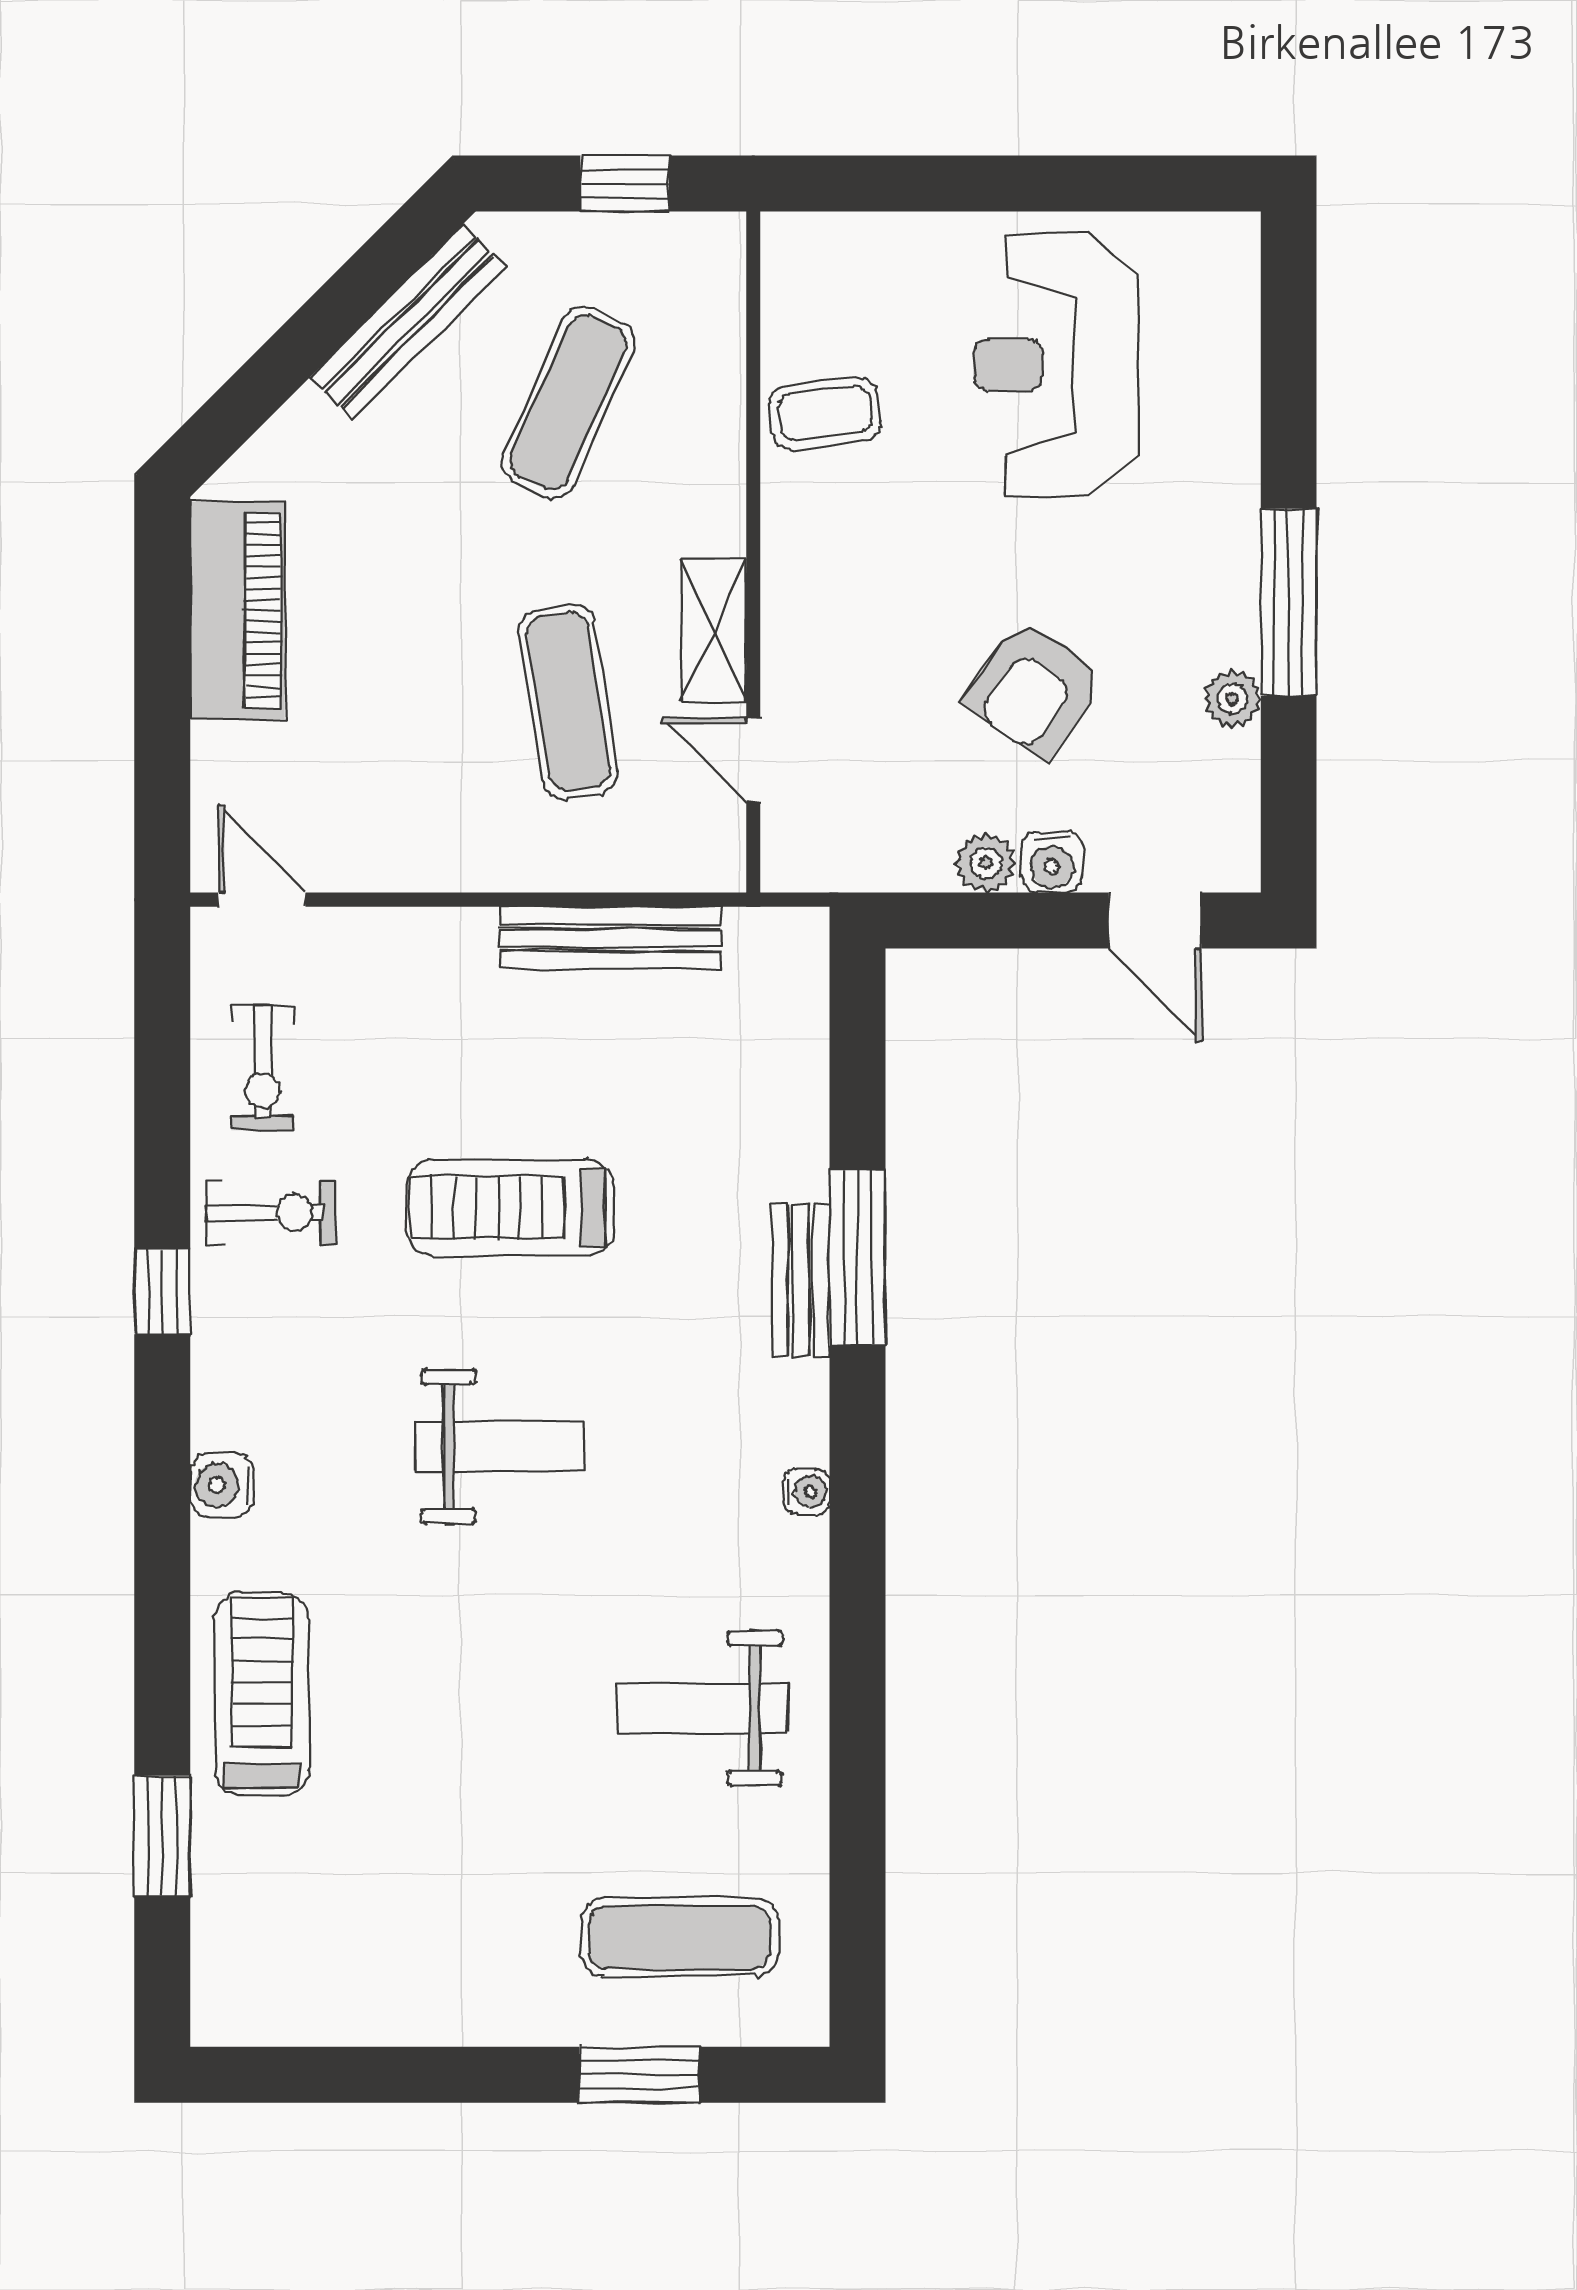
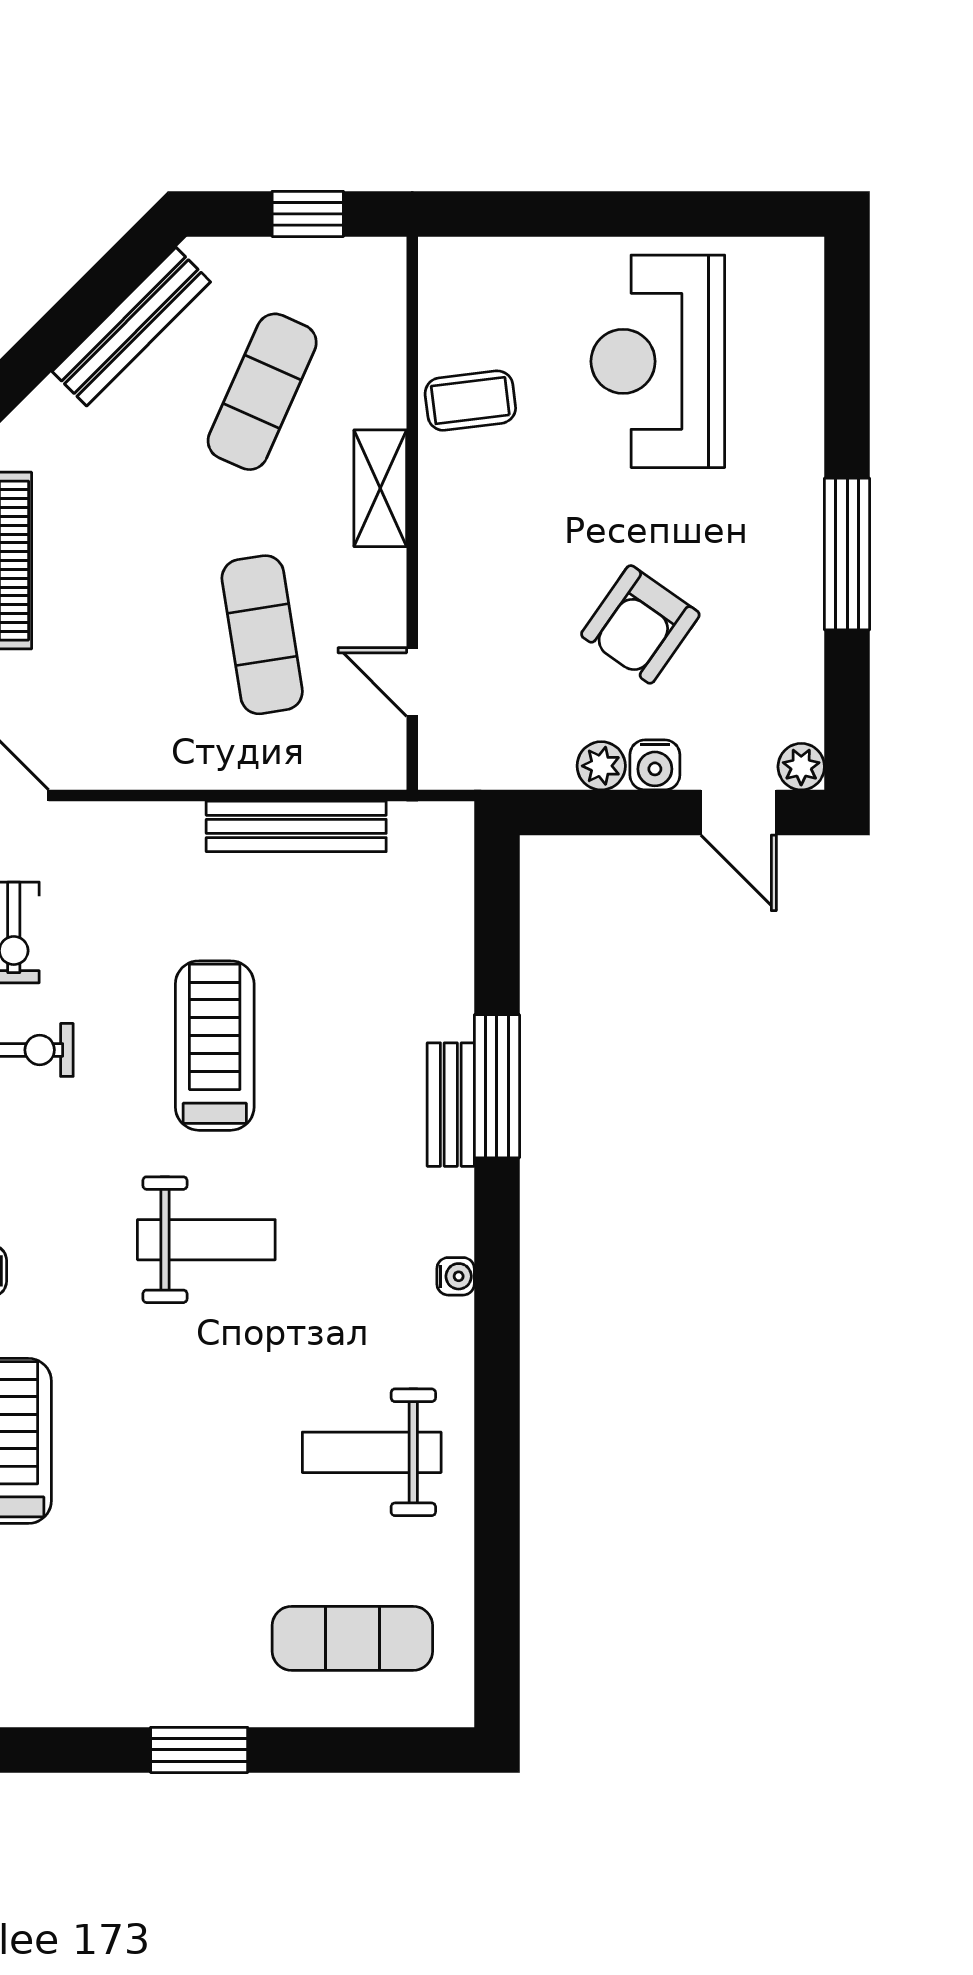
shelving: (714, 631) -> (380, 488), moved
plant: (1232, 699) -> (801, 767), moved
treadmill: (510, 1207) -> (215, 1046), turned 90
window: (639, 2075) -> (199, 1750), moved

